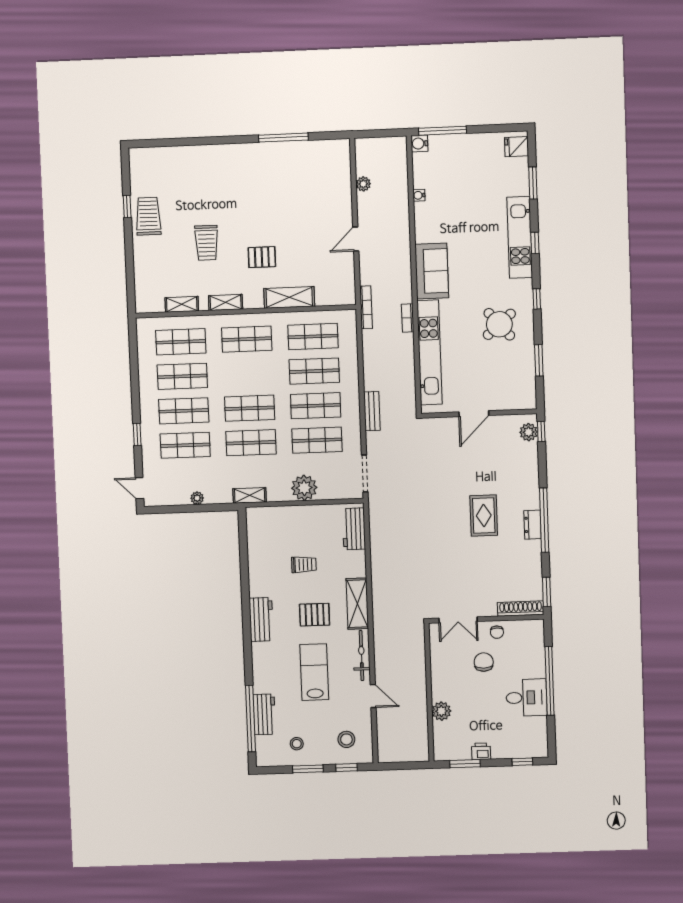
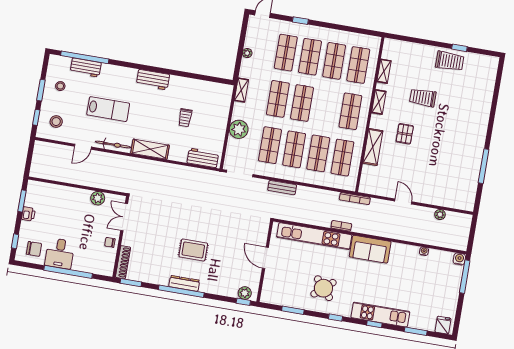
dresser: (533, 525) -> (184, 283), width x1.44
pallet: (315, 615) -> (149, 118), removed
chair: (484, 662) -> (34, 249), moved
plant: (441, 711) -> (98, 198), moved

